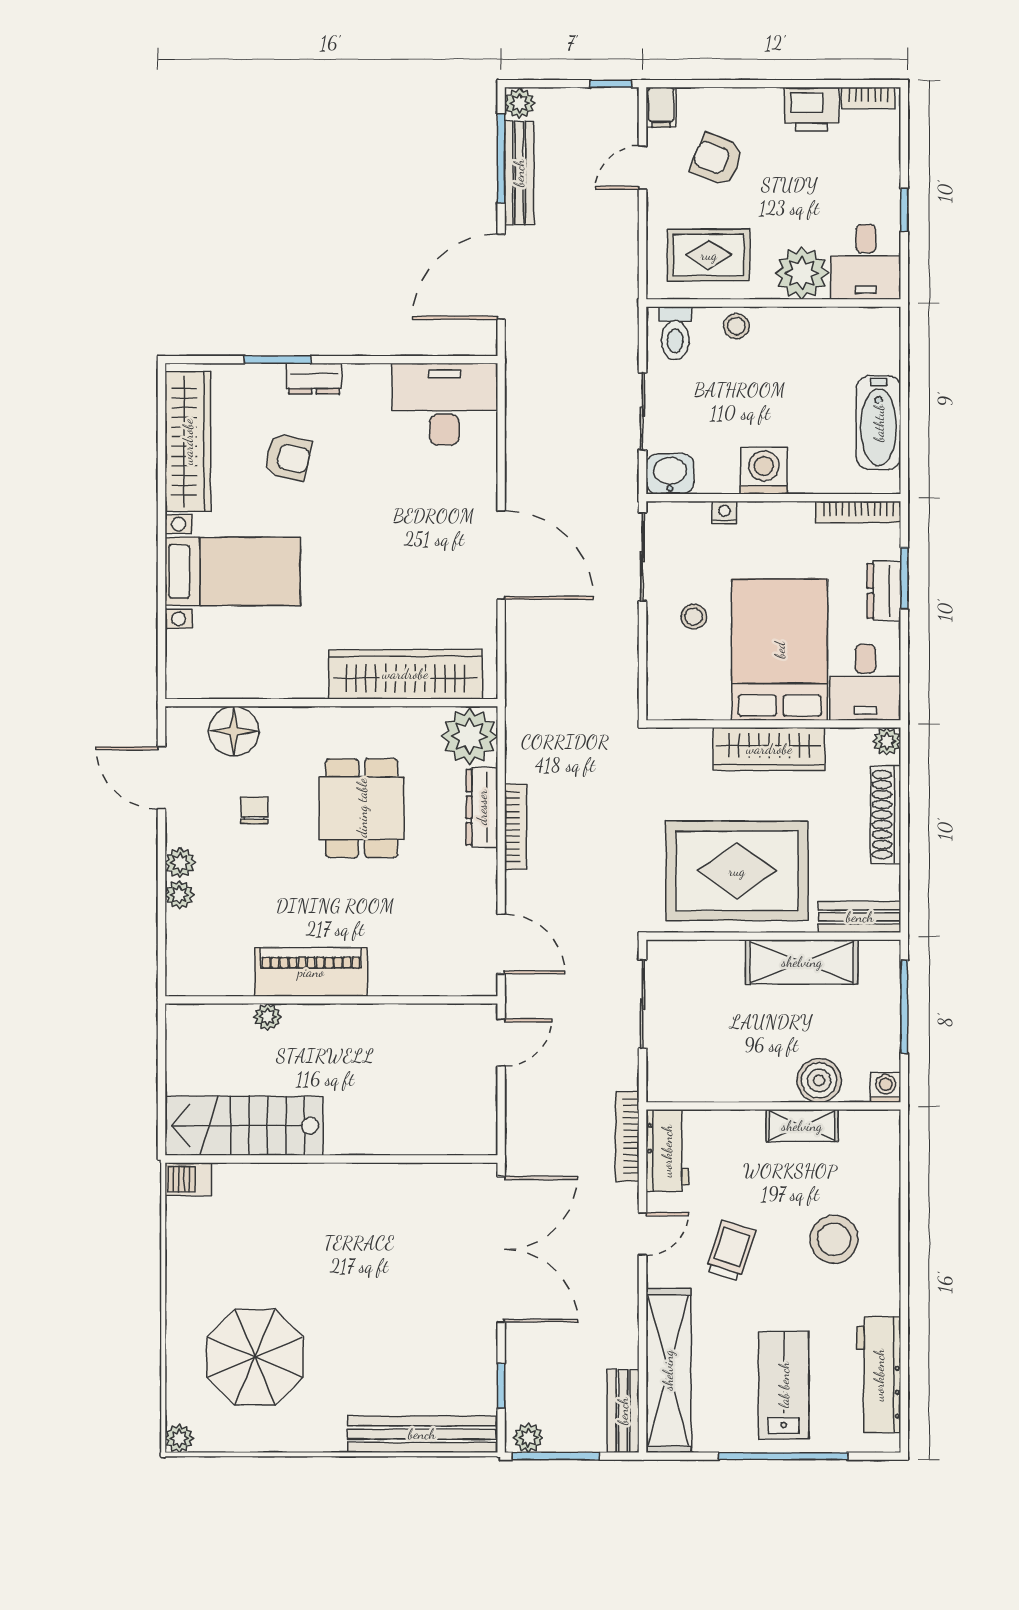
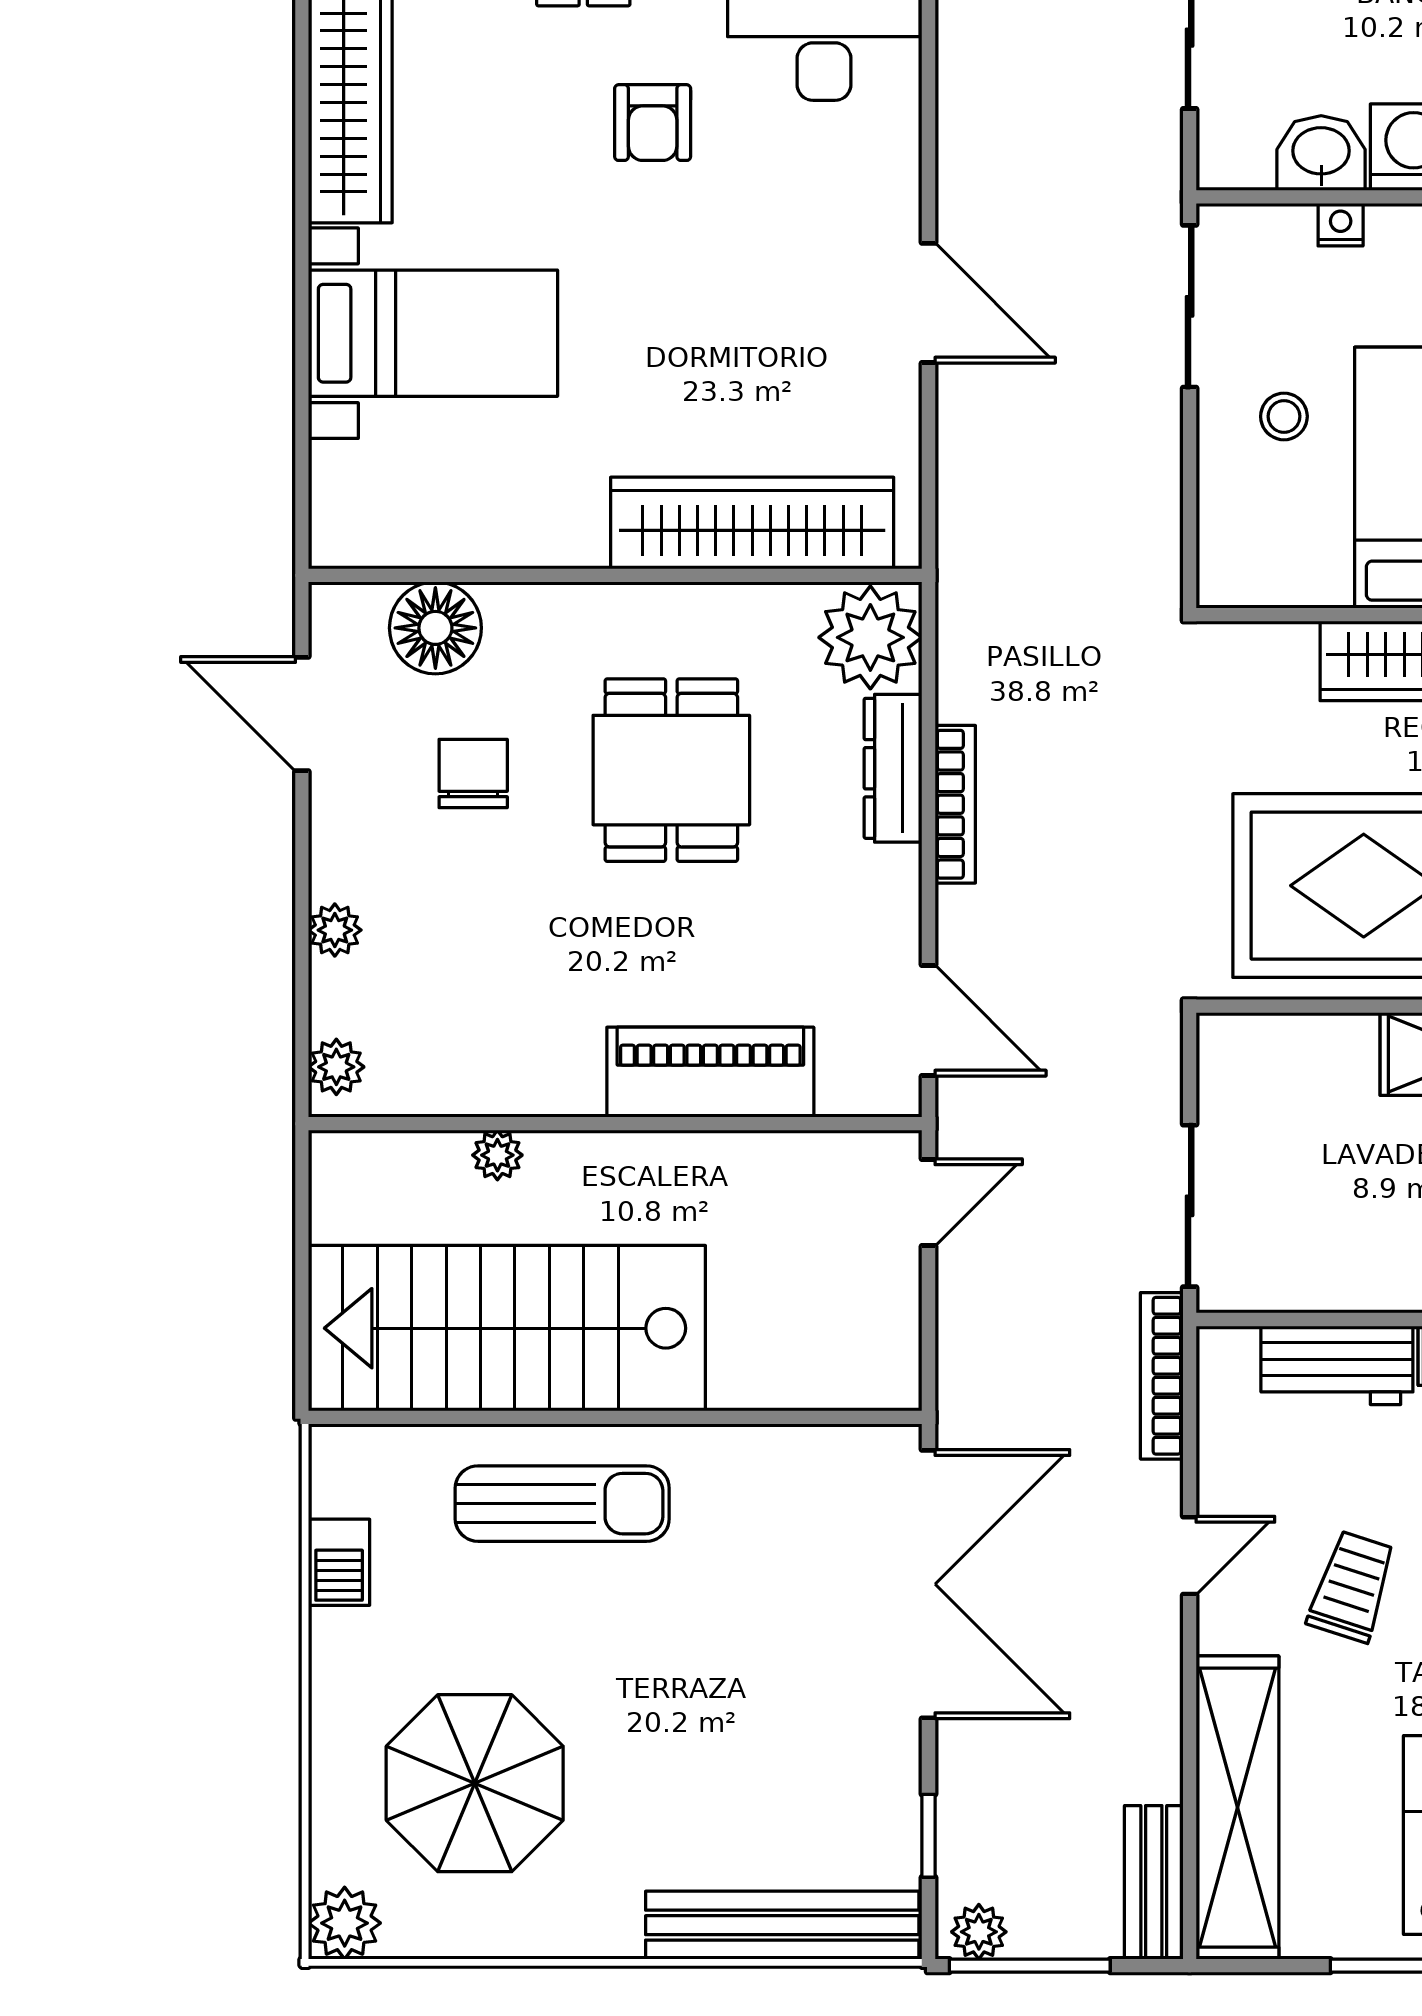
armchair: (288, 457) -> (653, 123), moved, turned 77
washbasin: (670, 474) -> (1321, 153), moved
door: (501, 555) -> (929, 303), width x0.73
chair: (254, 810) -> (473, 774), width x1.37, depth x1.37
plant: (180, 863) -> (336, 1067), moved
piano: (311, 972) -> (710, 1072), moved
sliding door: (643, 1004) -> (1190, 1206), moved
stairs: (244, 1126) -> (507, 1328), width x1.36, depth x1.51
workbench: (667, 1151) -> (1337, 1365), moved, turned 90
barbecue: (188, 1179) -> (339, 1562), moved, turned -90
sun lounger: (303, 1206) -> (562, 1504), added
plant: (179, 1438) -> (345, 1923), width x1.38, depth x1.38

